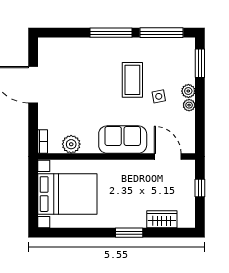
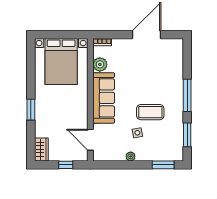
window: (161, 33) -> (187, 135), width x0.69
plant: (188, 91) -> (142, 156), removed
sofa: (123, 140) -> (104, 98), width x1.36
door: (168, 157) -> (90, 140), swing flipped
wardrobe: (162, 219) -> (41, 149), moved

